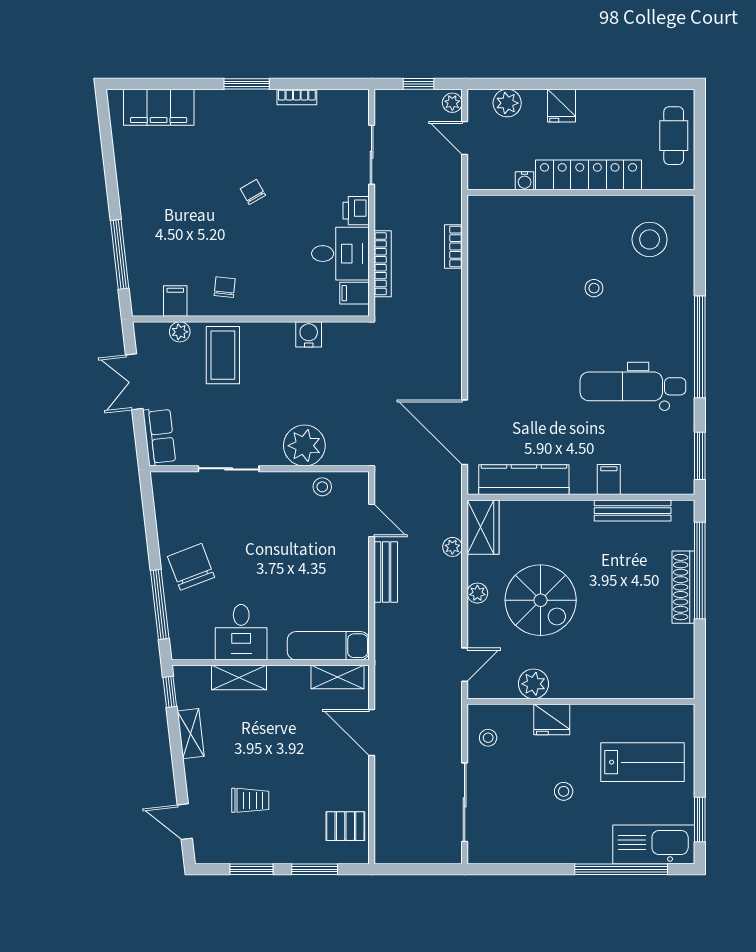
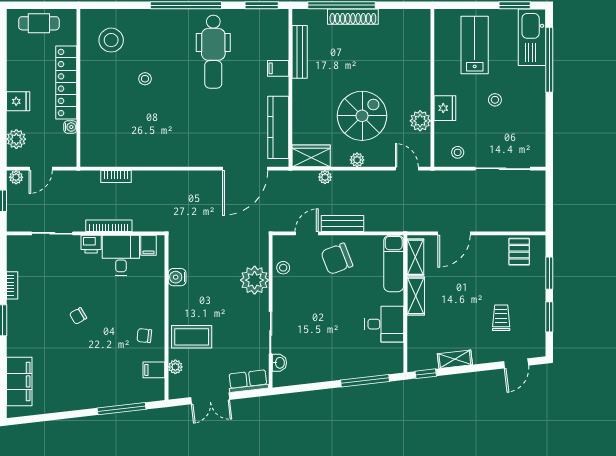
bookcase: (383, 264) -> (109, 226), moved
washbasin: (186, 481) -> (279, 363), added
chair: (191, 567) -> (337, 259), moved
shelving: (239, 677) -> (416, 296), moved

